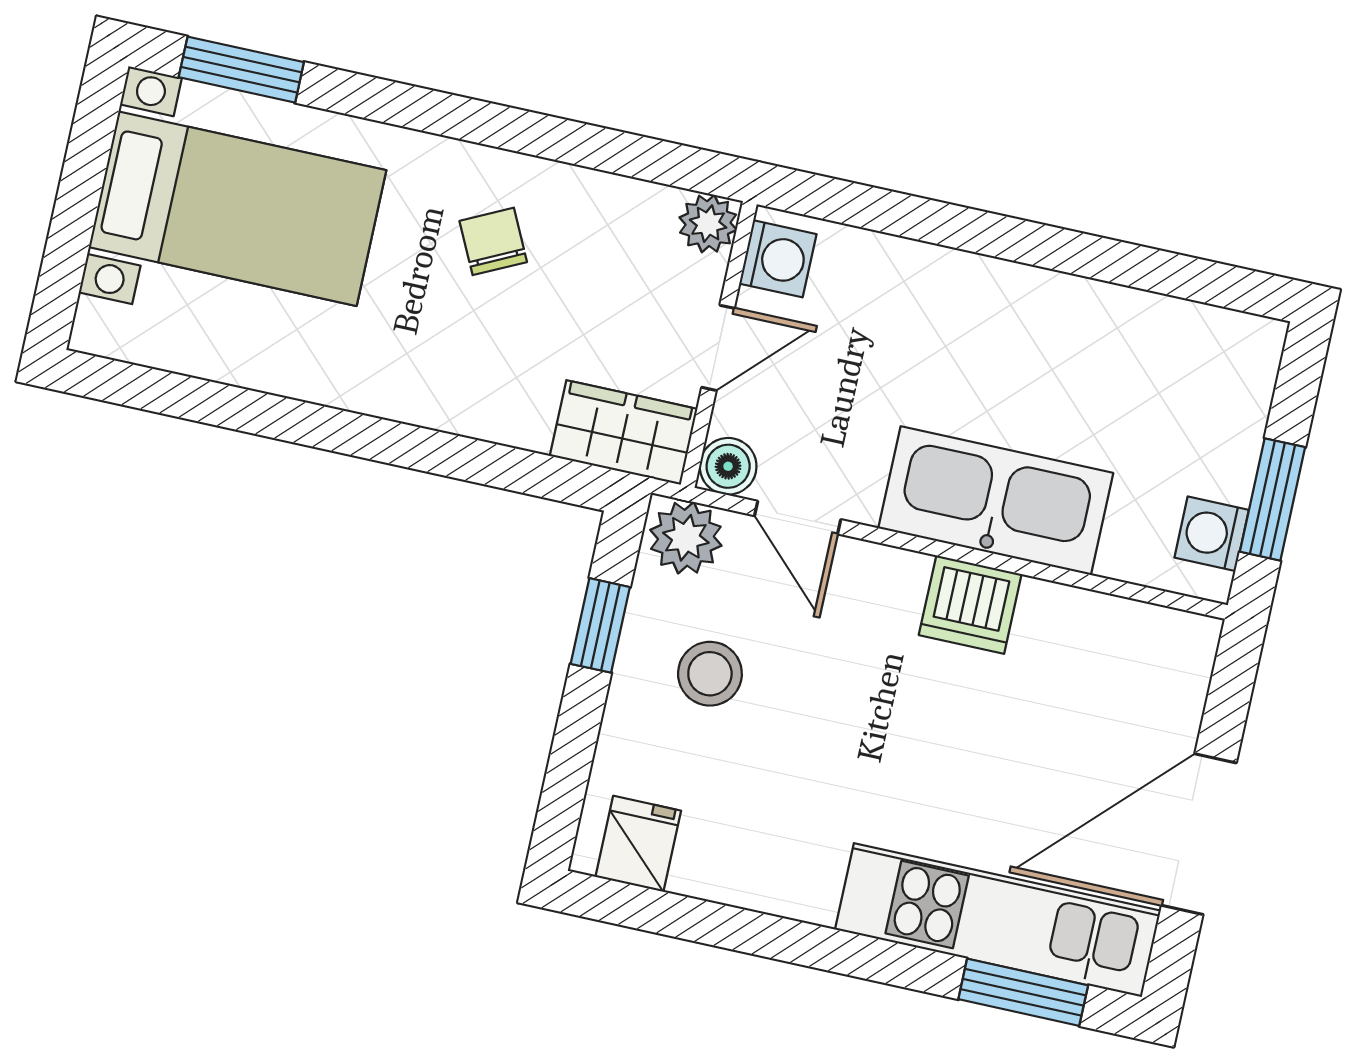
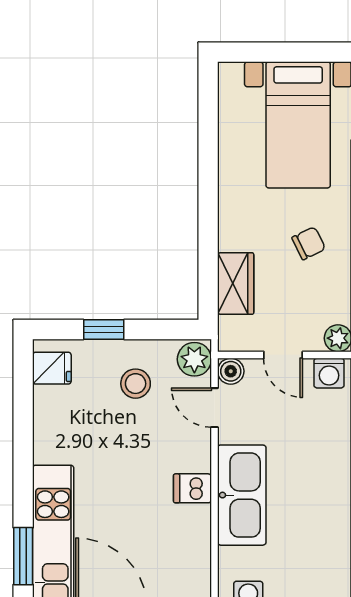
wardrobe: (624, 432) -> (236, 284), moved
door: (798, 518) -> (214, 408), hinge flipped
dishwasher: (970, 605) -> (192, 488), width x0.73
window: (600, 625) -> (104, 329), moved

